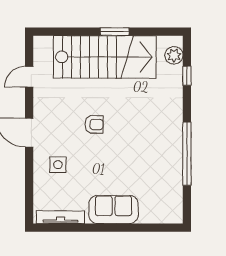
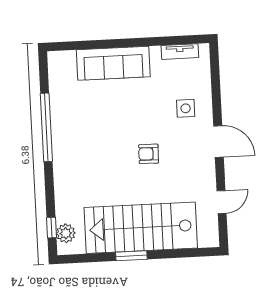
window: (187, 76) -> (51, 228), moved
sofa: (114, 210) -> (113, 63), width x1.36
tv unit: (61, 217) -> (180, 52), width x0.71

